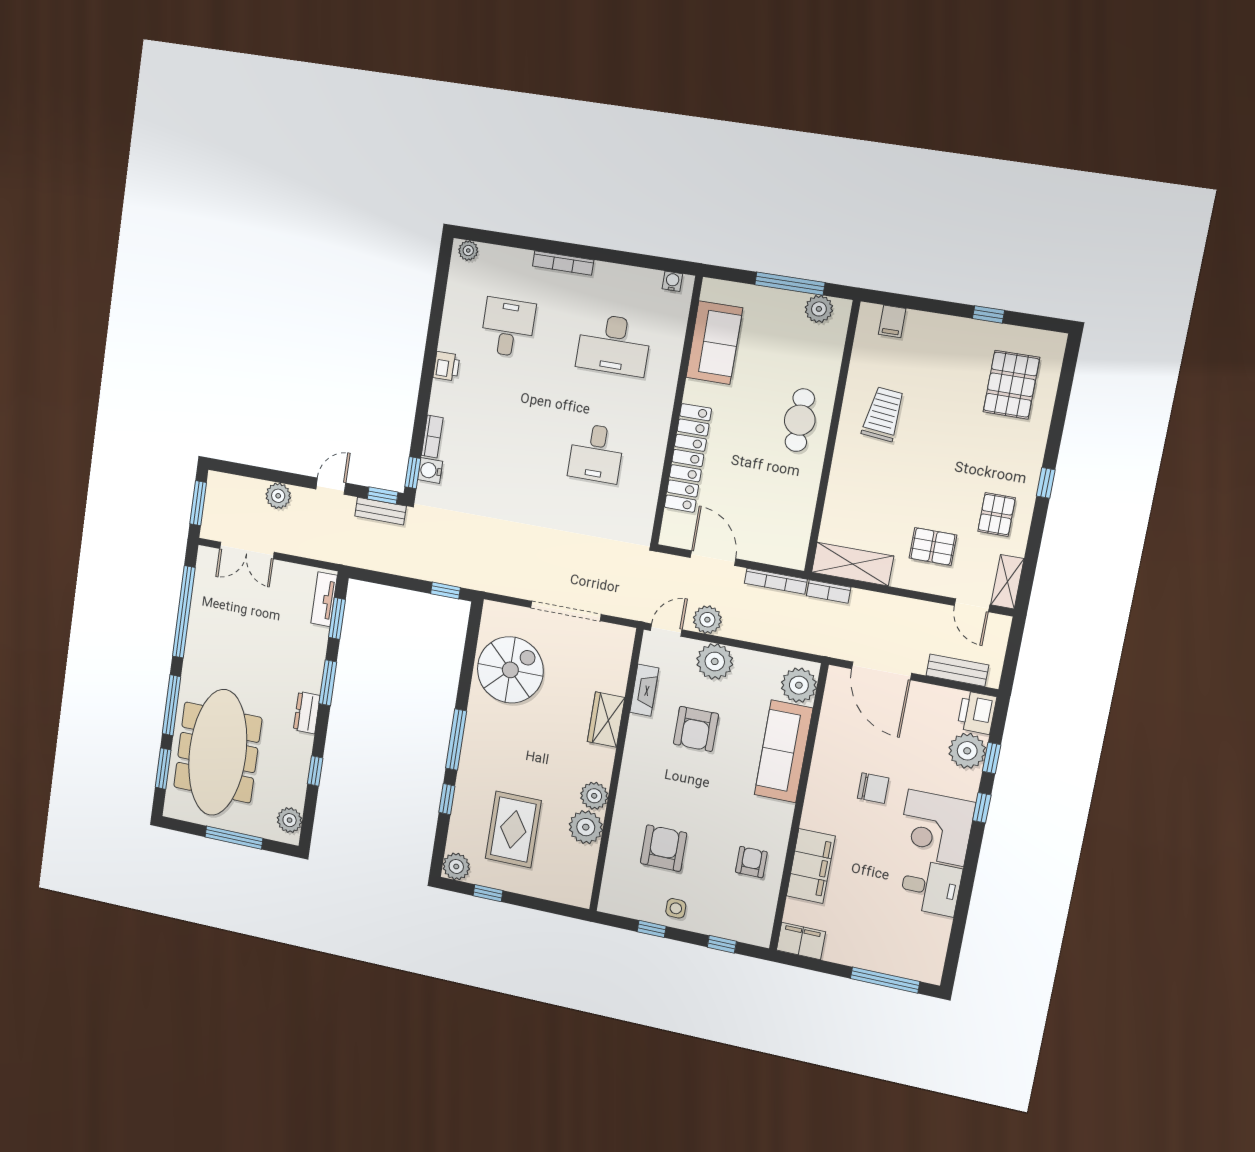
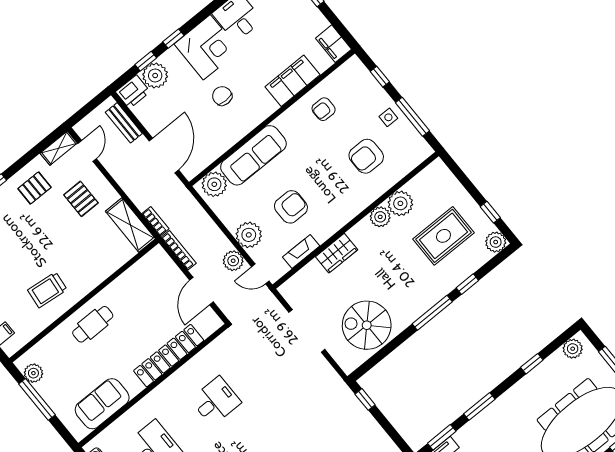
dresser: (307, 713) -> (507, 400), removed
window: (652, 929) -> (412, 117), width x2.17

